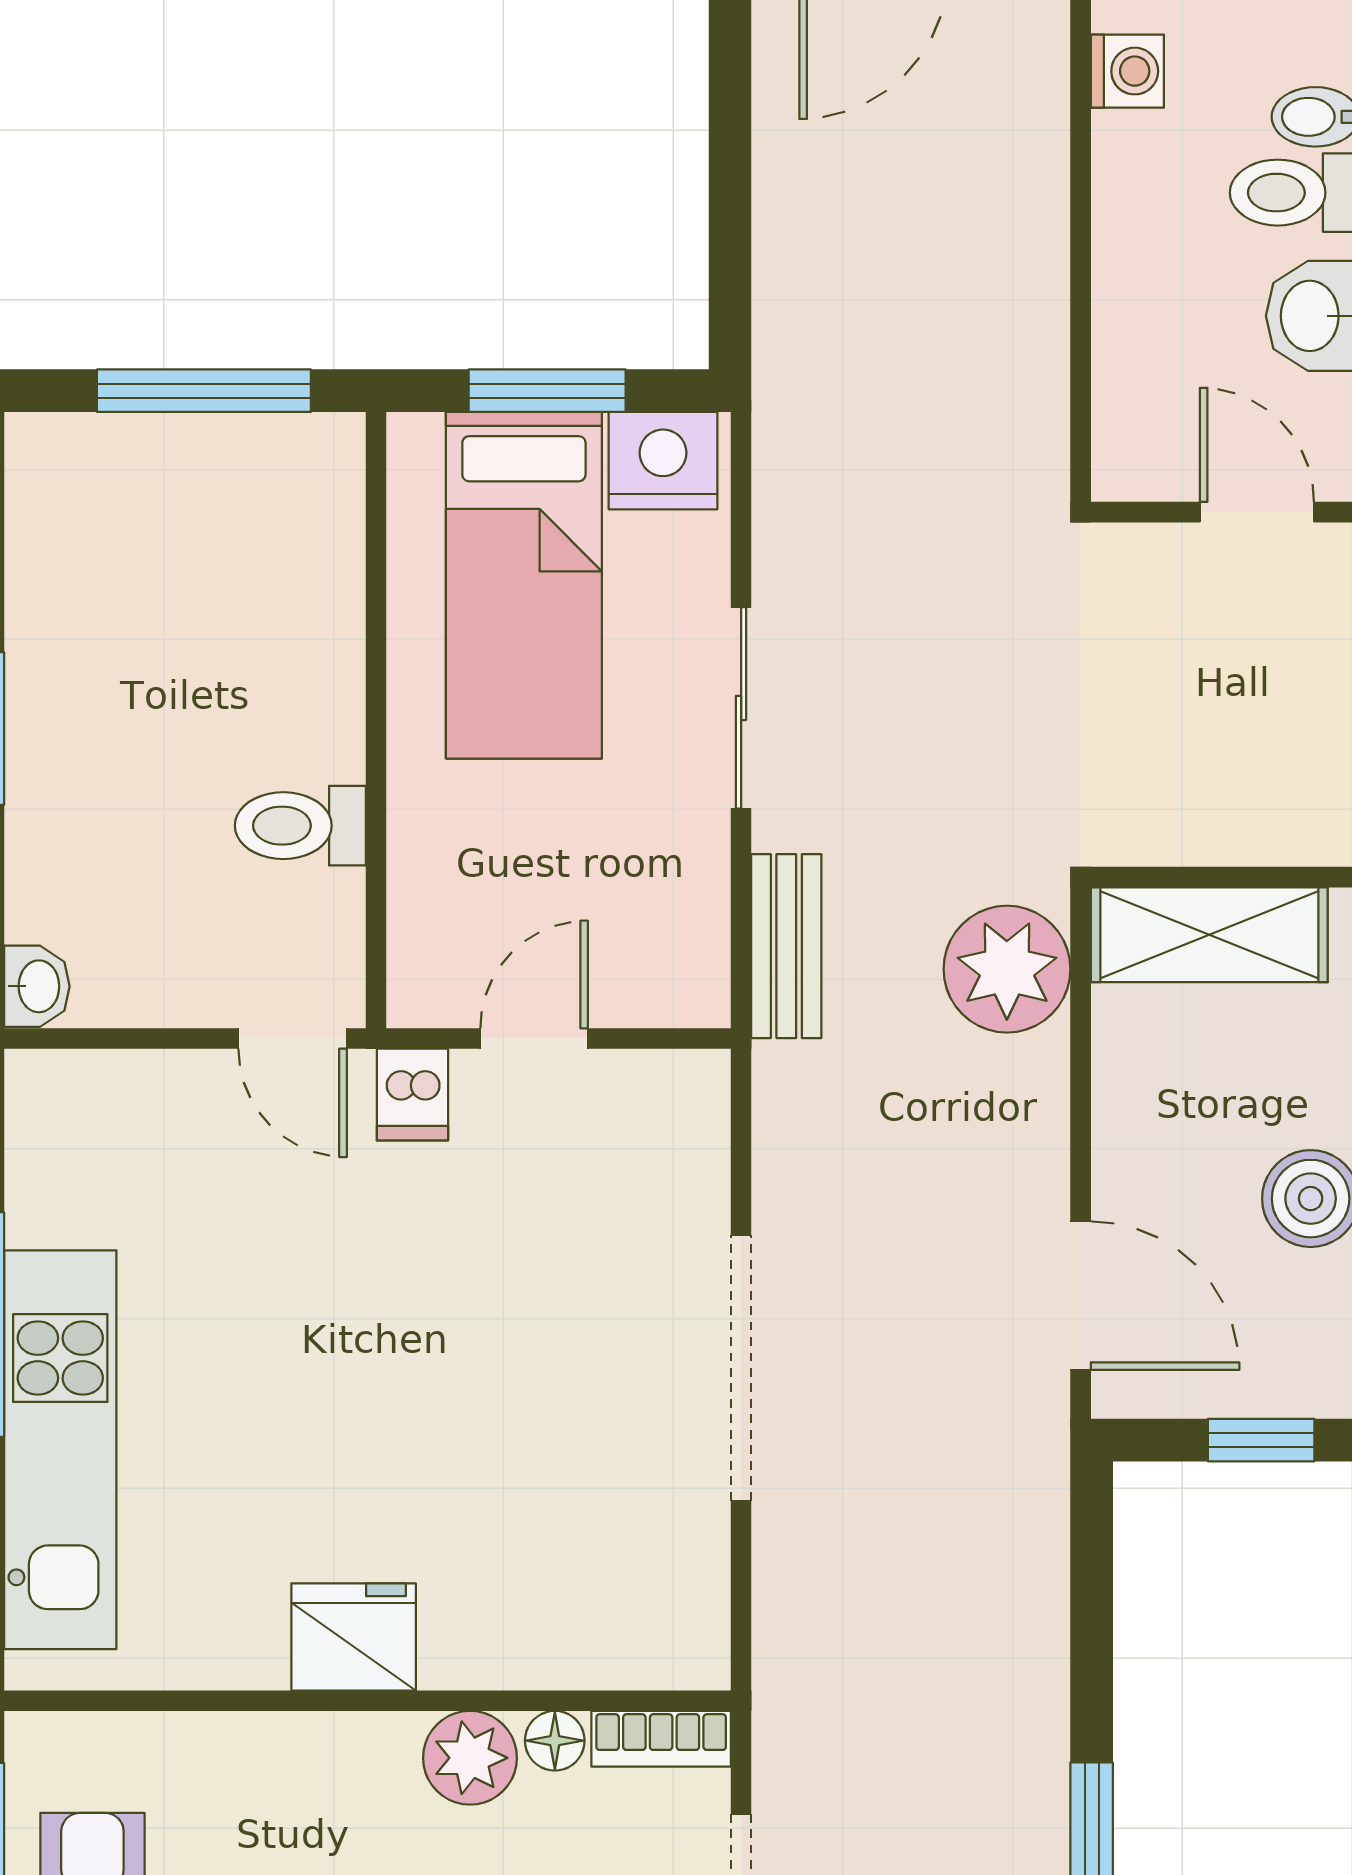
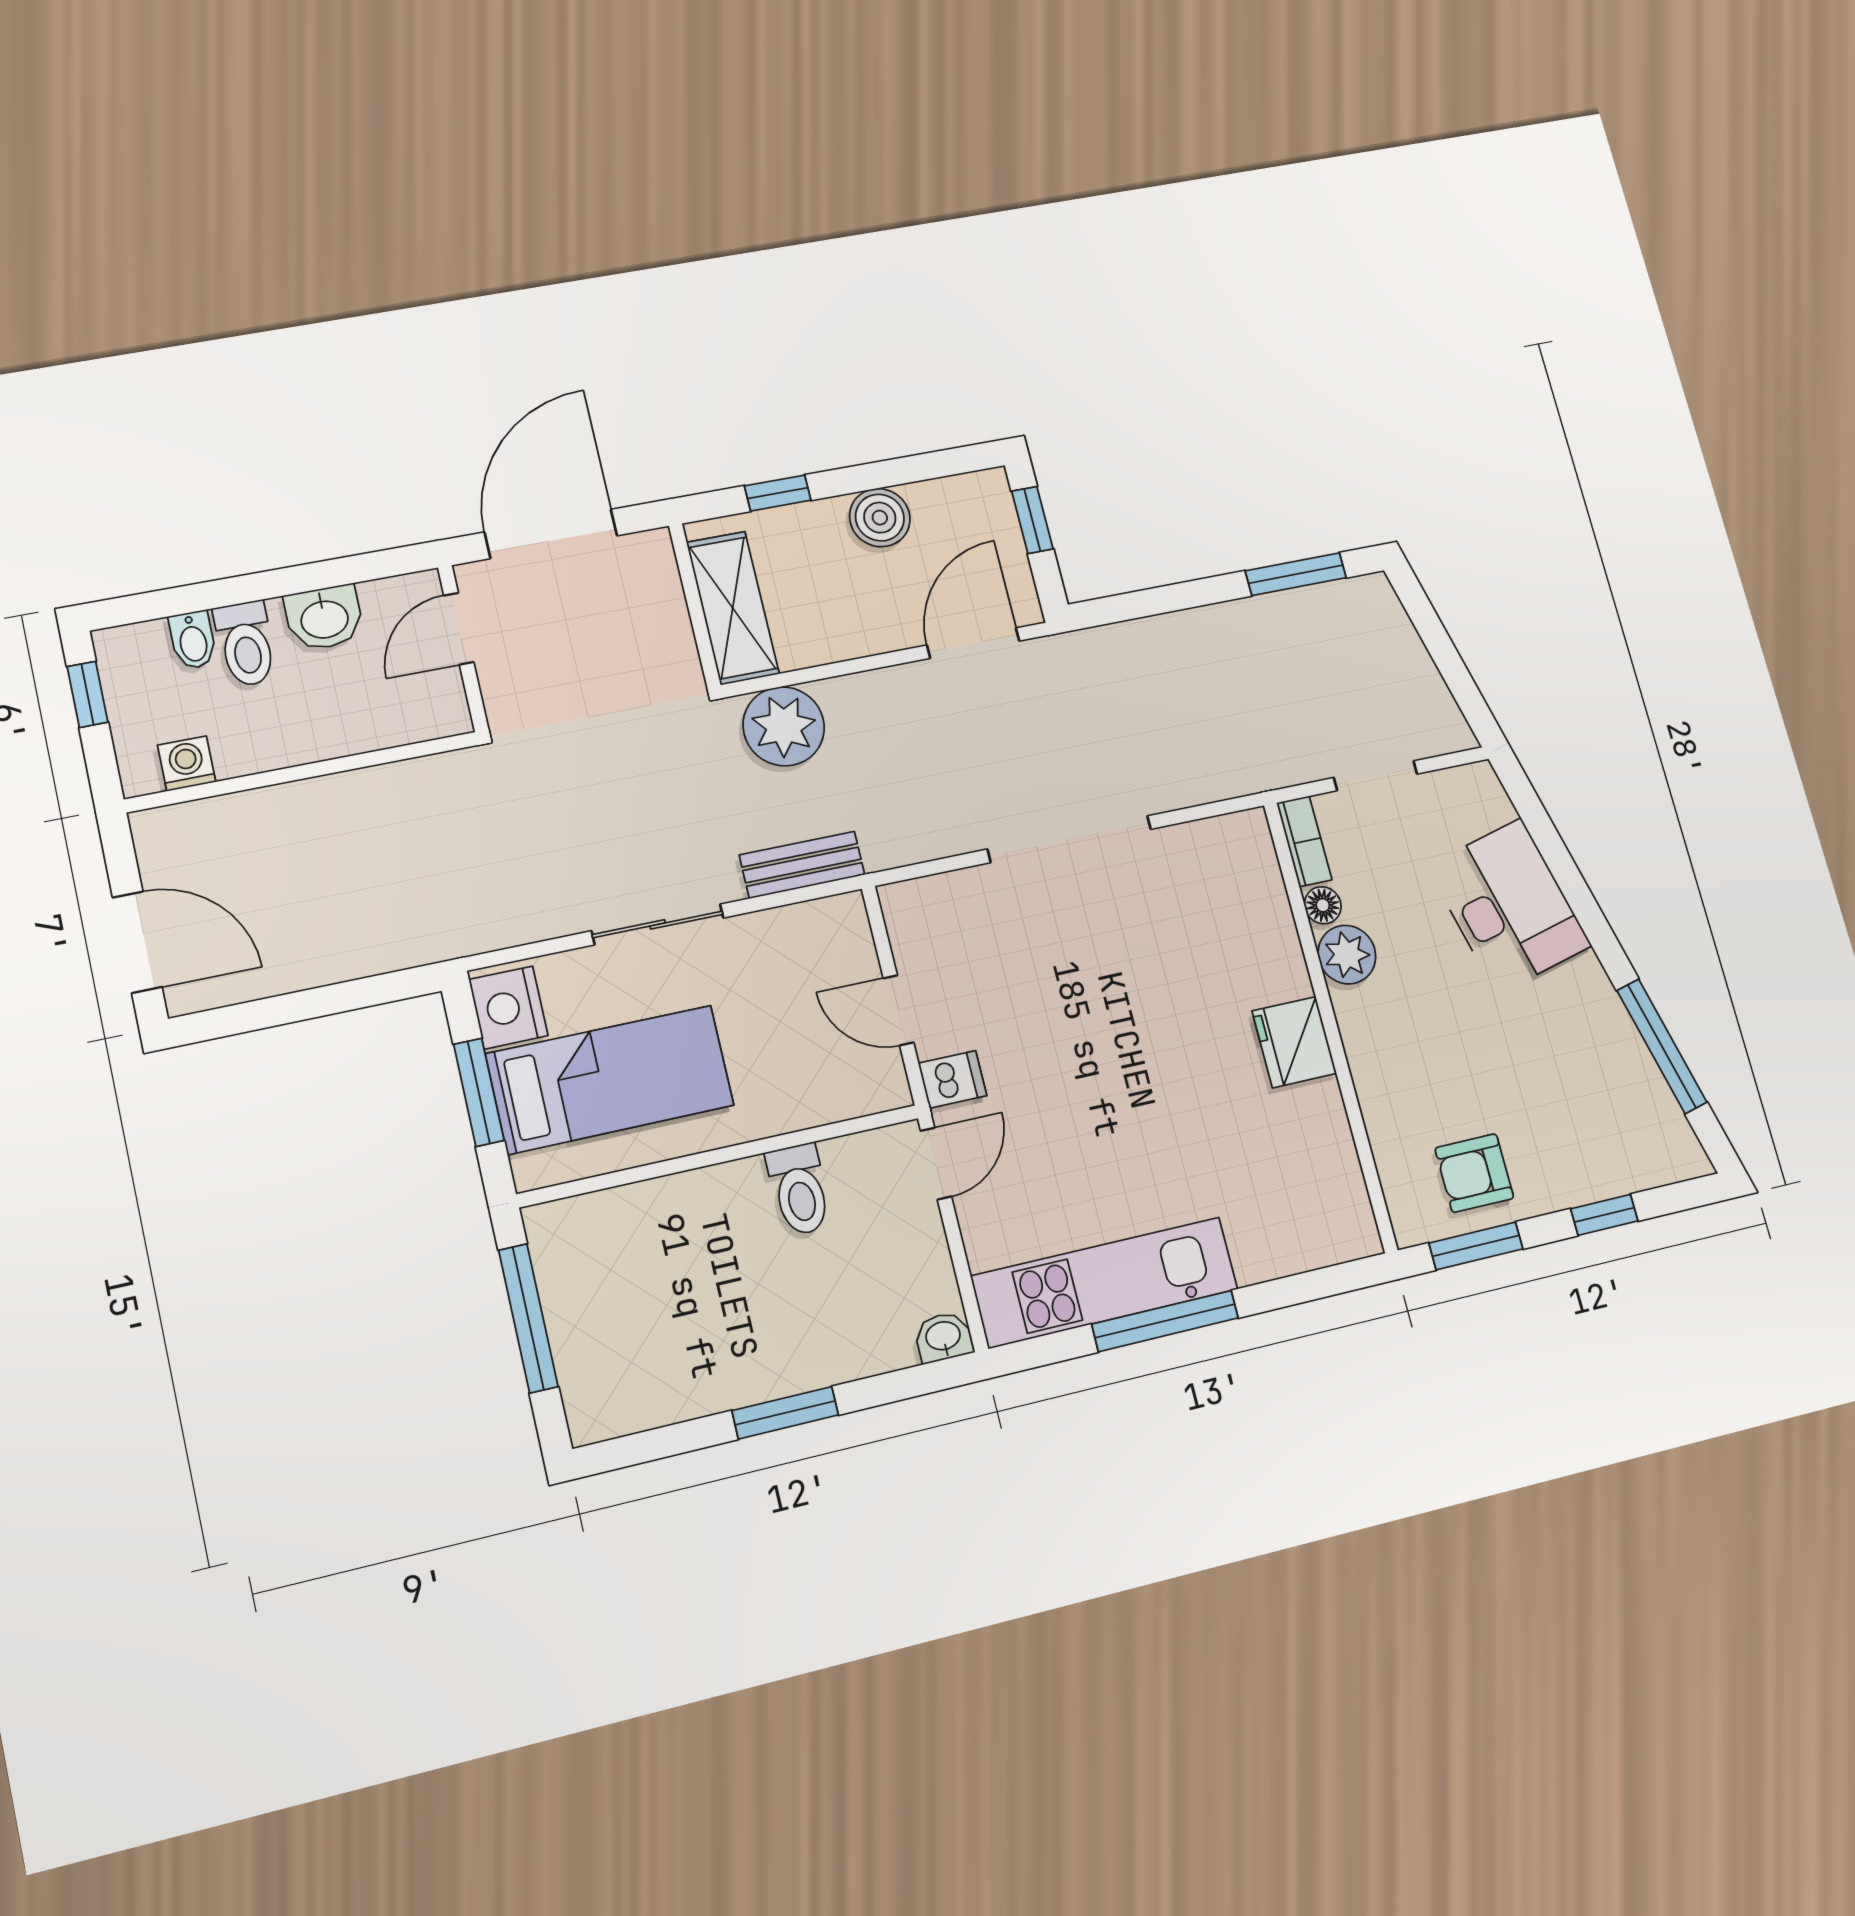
kitchen unit: (60, 1450) -> (1105, 1282), moved

